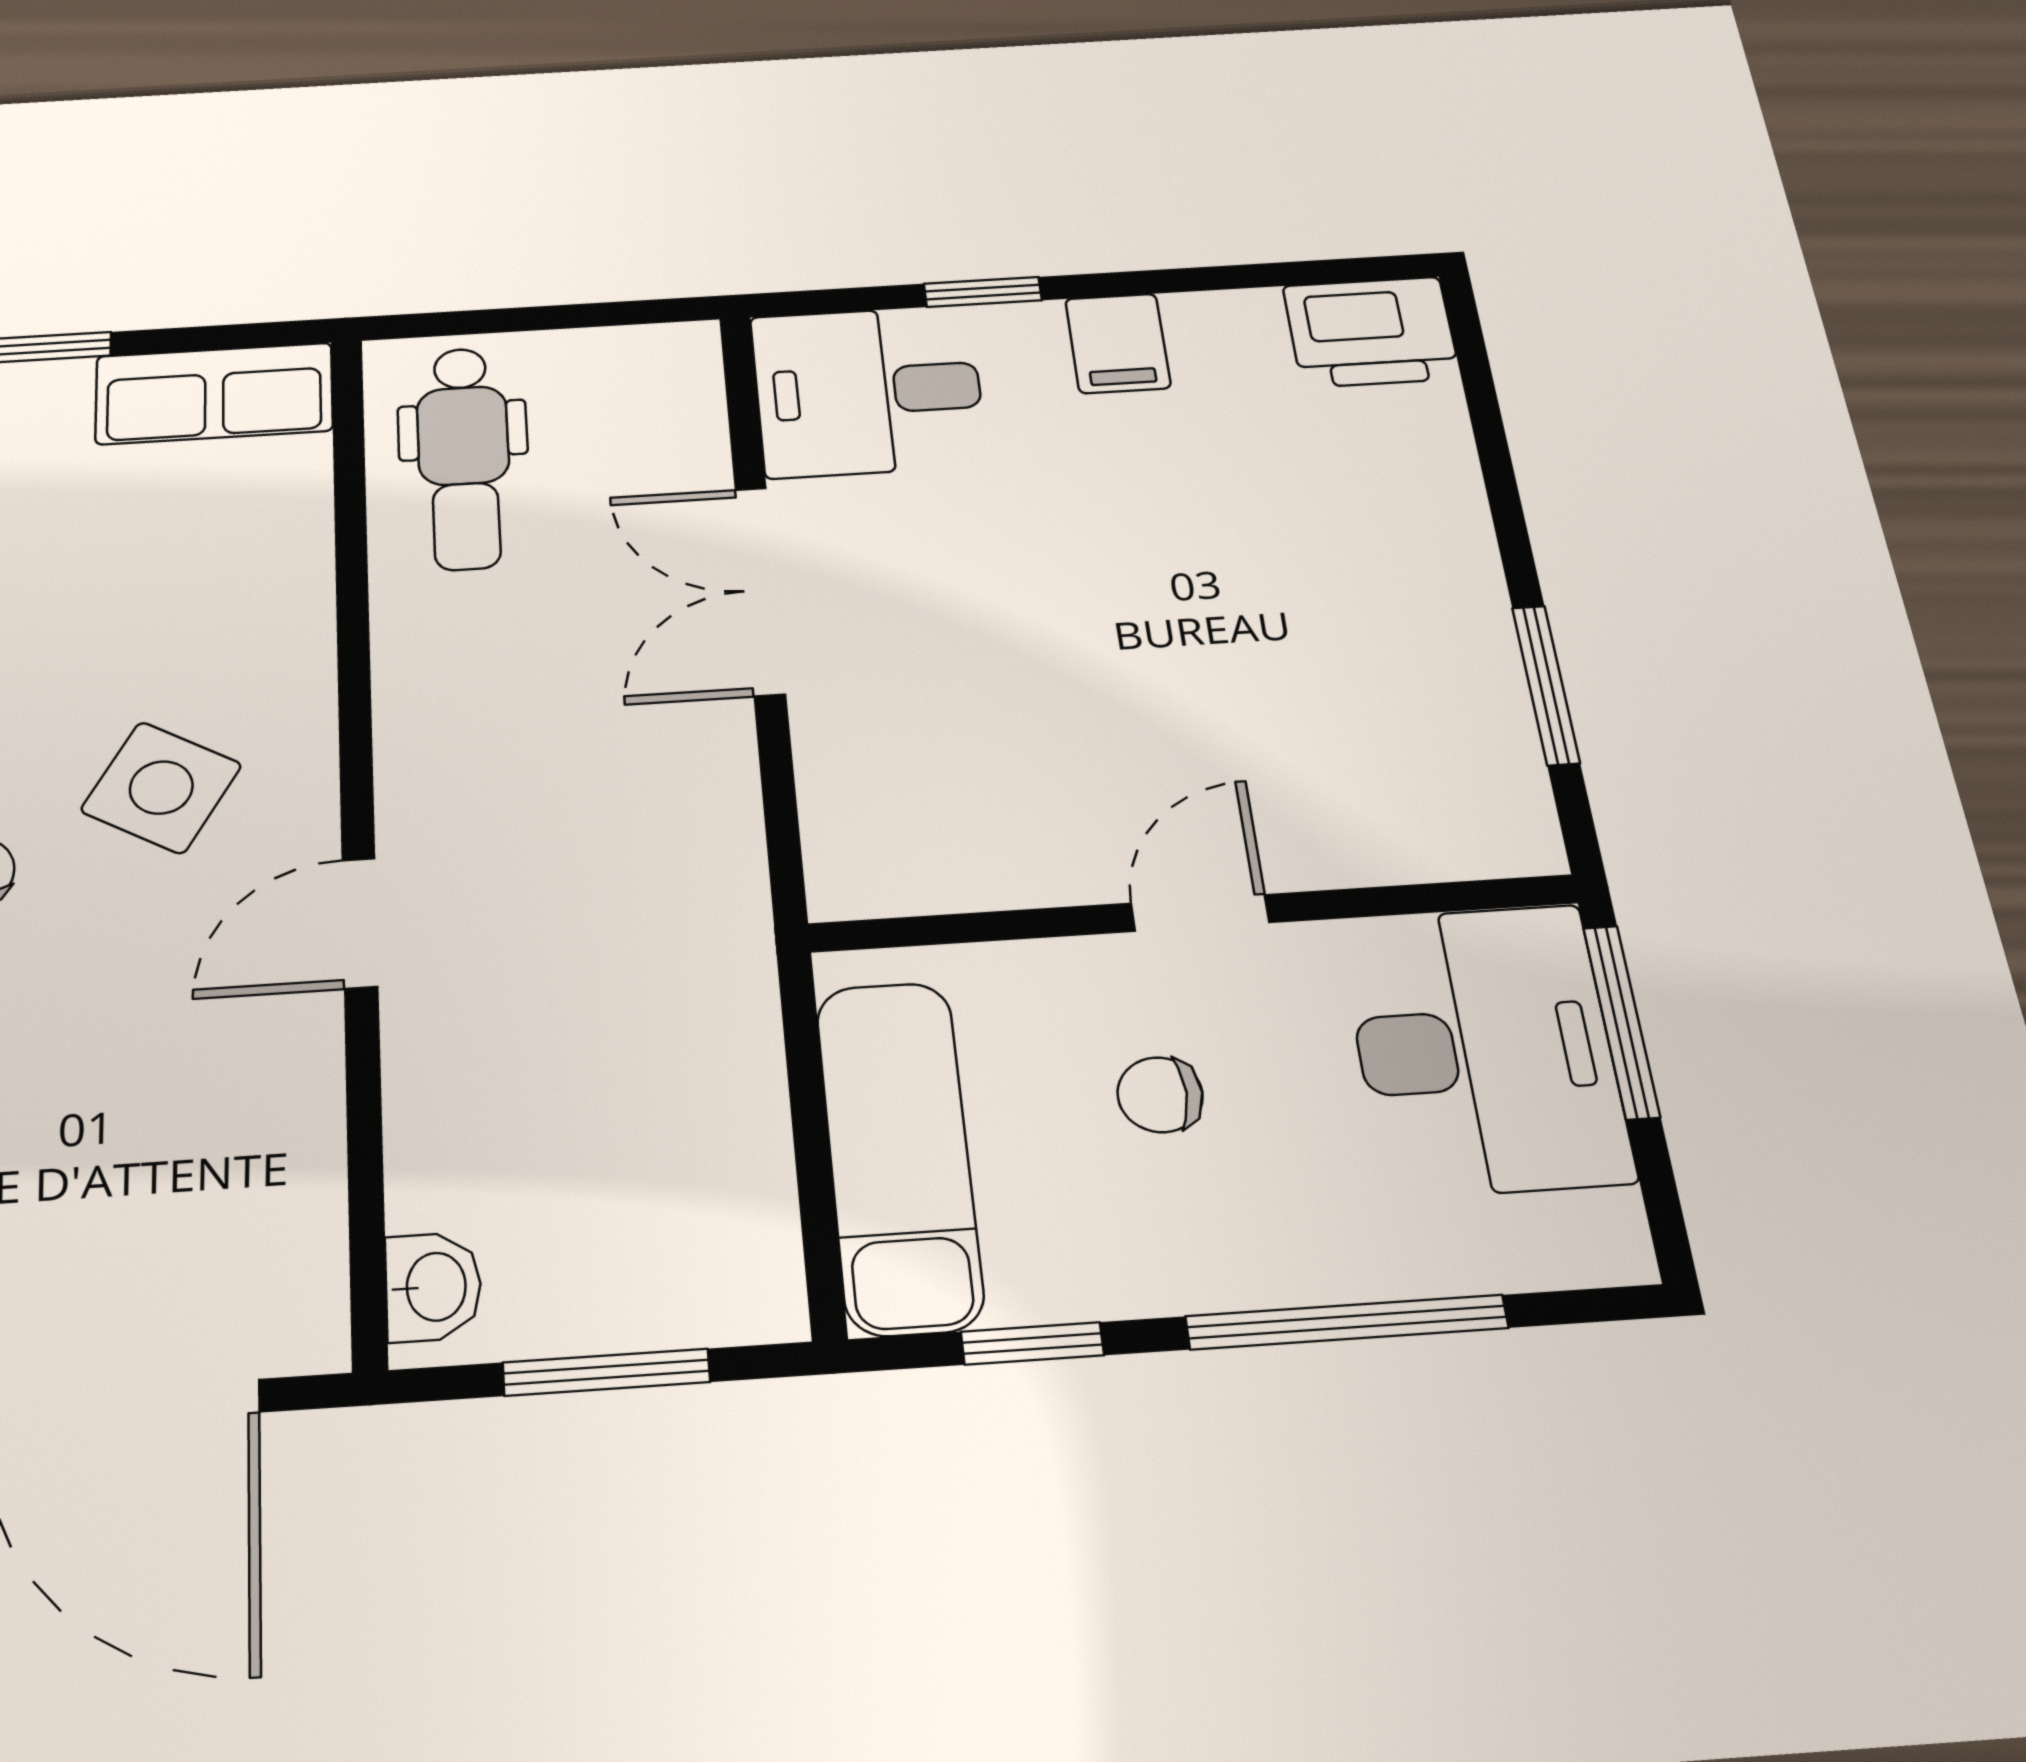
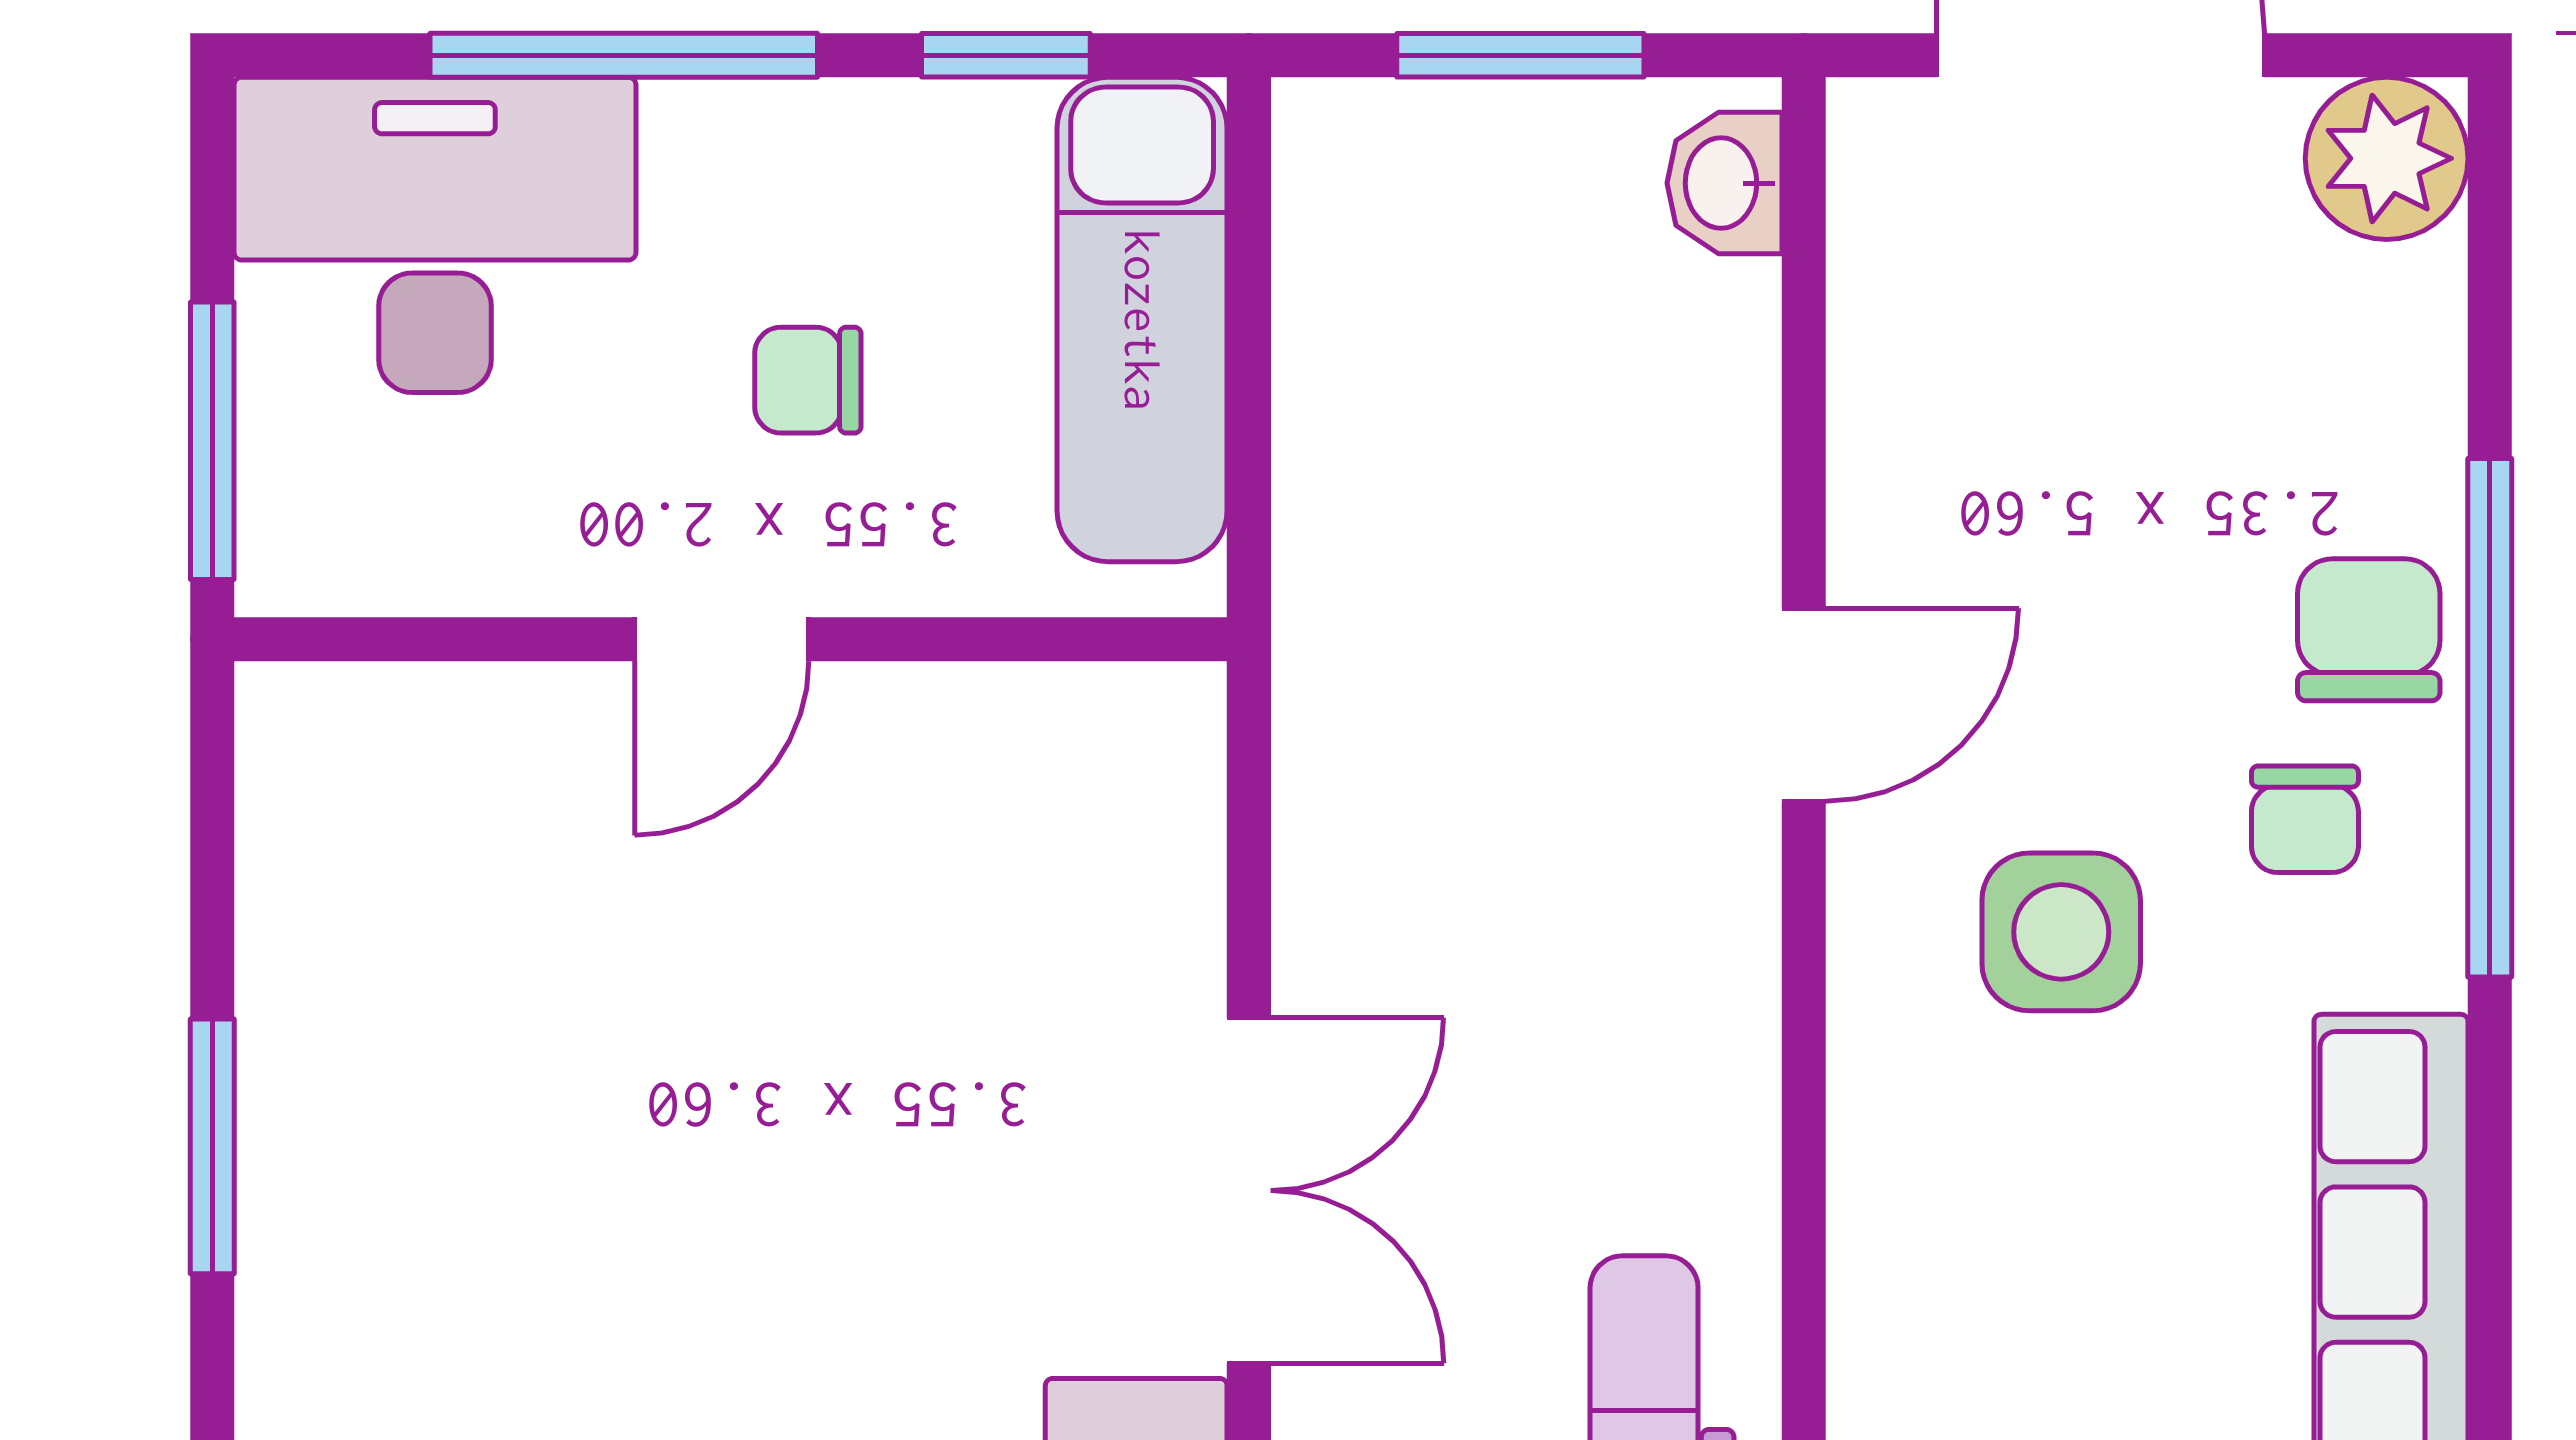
window: (1546, 685) -> (212, 1146), moved
side table: (161, 788) -> (2061, 932), turned -30
desk: (1484, 1049) -> (435, 235), moved, turned 90
chair: (1160, 1095) -> (808, 380), turned 180

